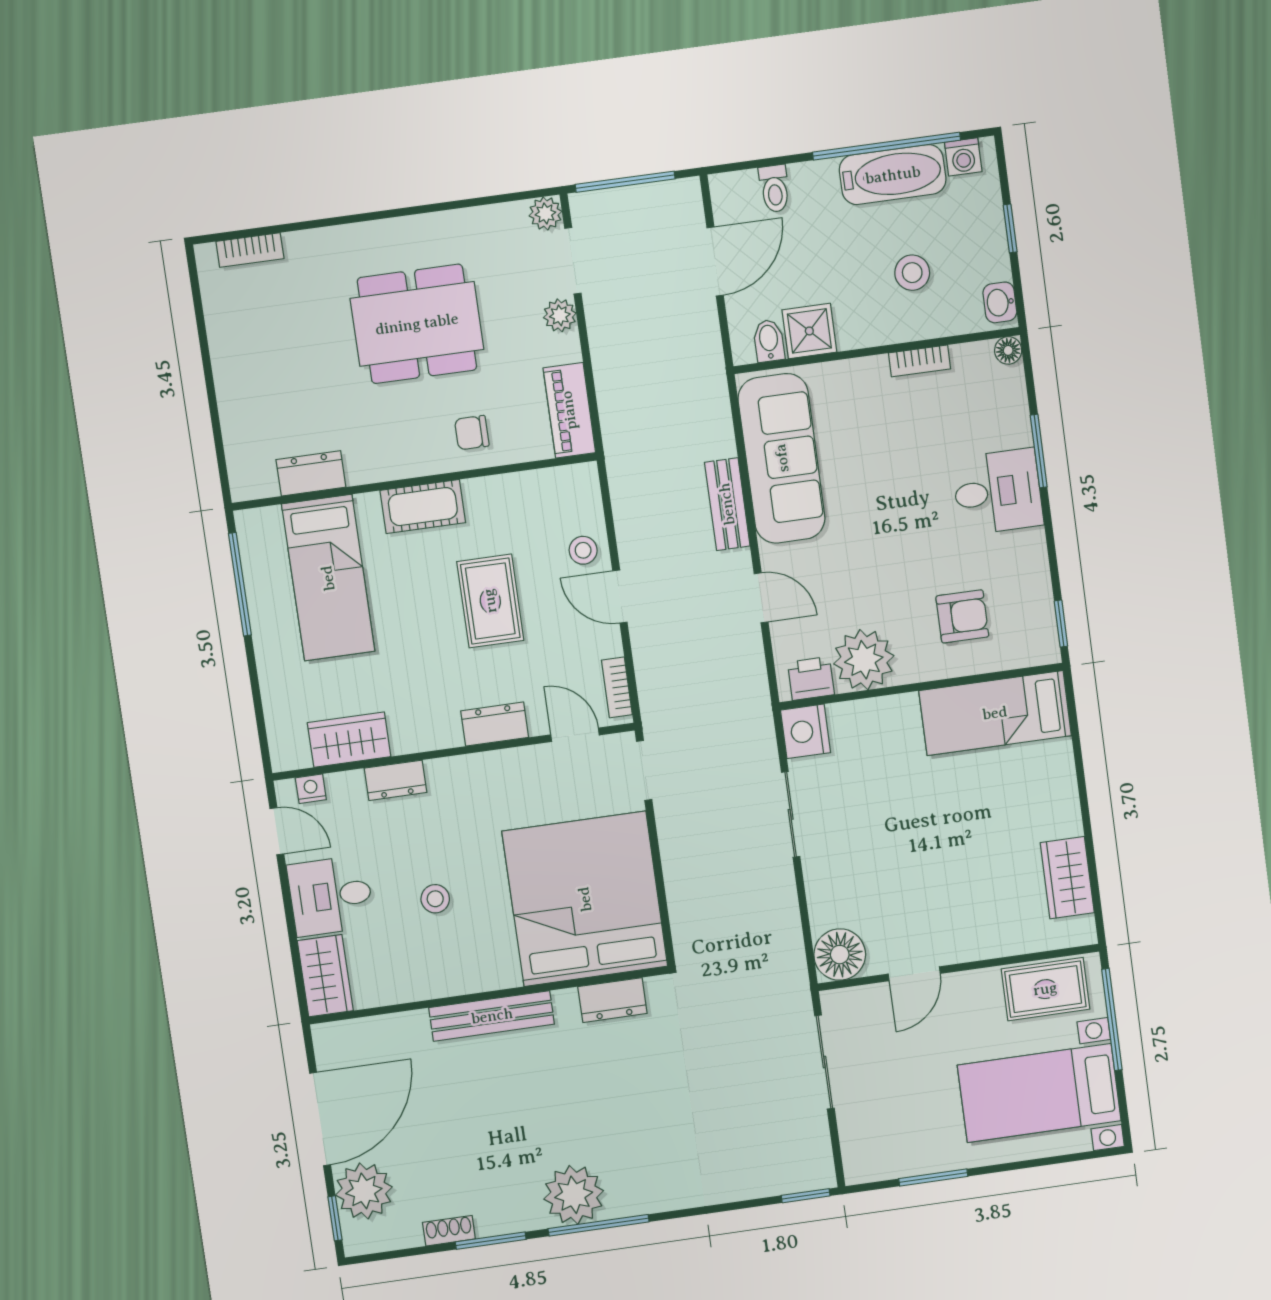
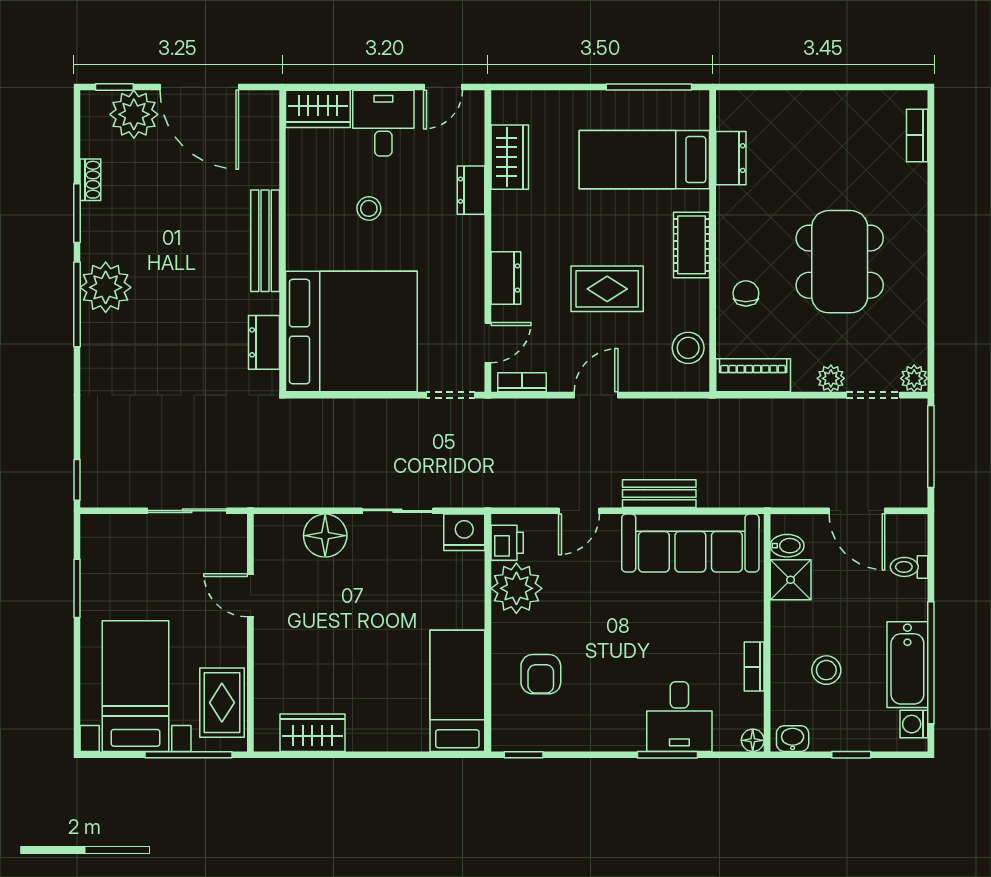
desk: (998, 492) -> (679, 717), moved
stool: (583, 550) -> (688, 348), moved, width x1.37, depth x1.37
nightstand: (311, 789) -> (474, 120), removed
floor lamp: (840, 955) -> (325, 536), moved

